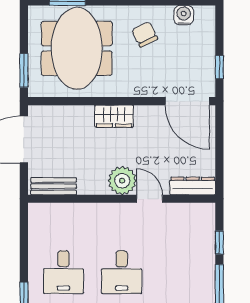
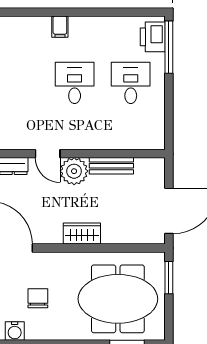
chair: (145, 34) -> (38, 298), moved, turned -153
meeting table: (77, 48) -> (118, 299), turned 90
bench: (54, 186) -> (111, 166), moved

